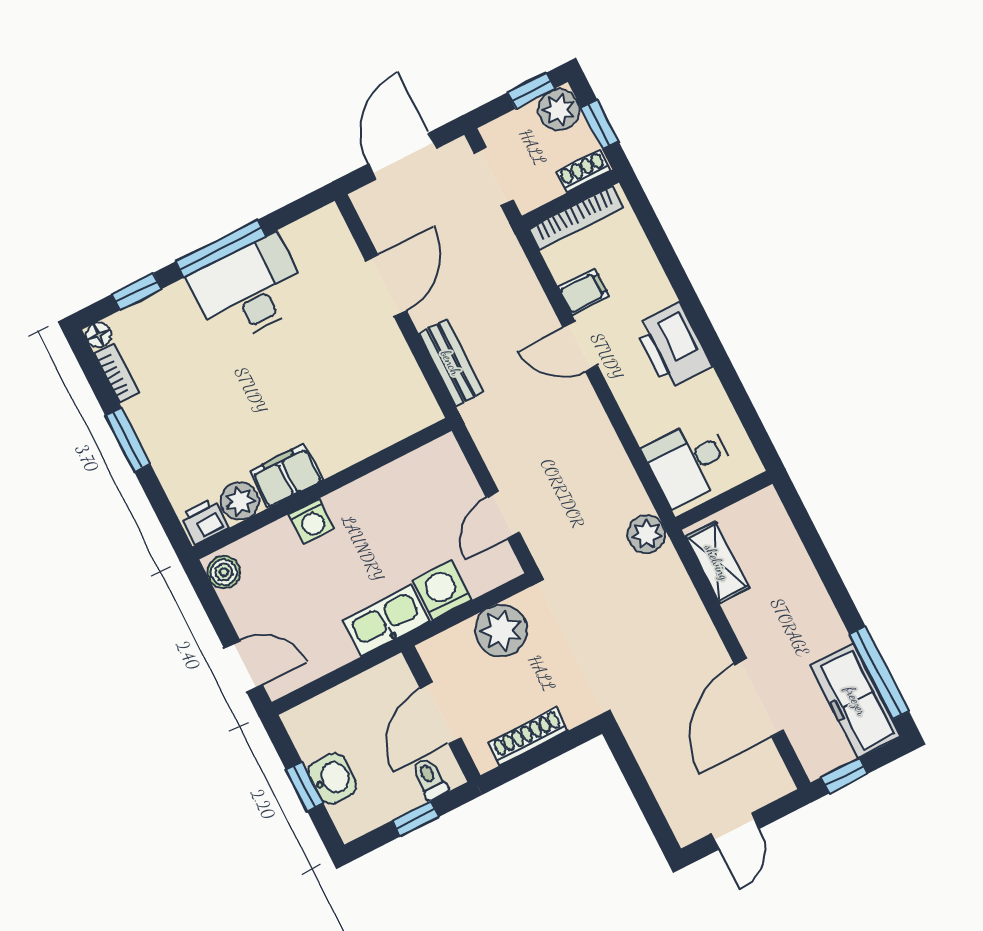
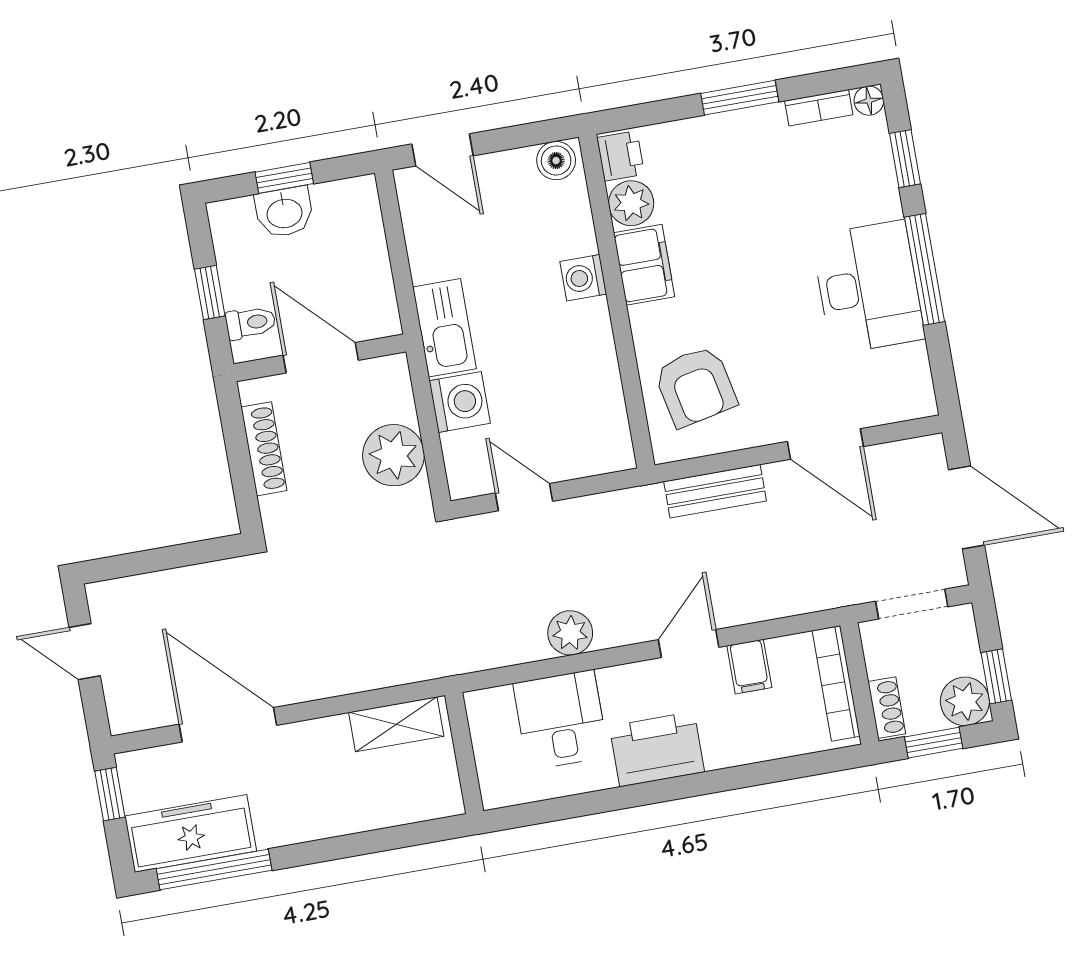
armchair: (372, 404) -> (695, 386), added
desk: (689, 462) -> (561, 720), moved
plant: (646, 534) -> (570, 633), moved
door: (243, 666) -> (442, 150), hinge flipped

